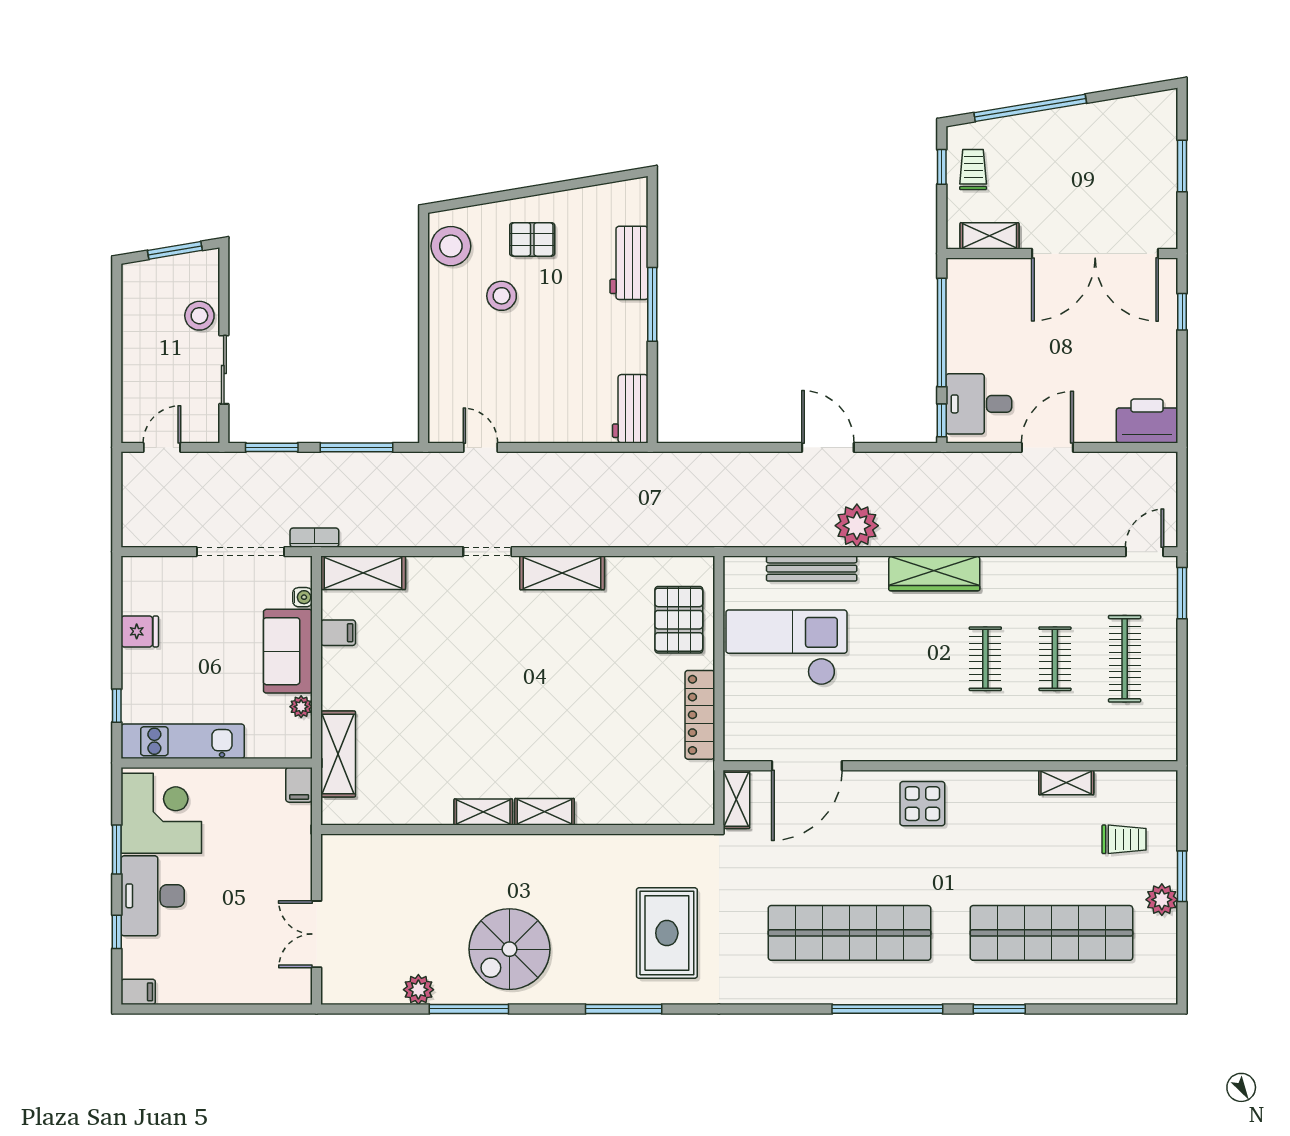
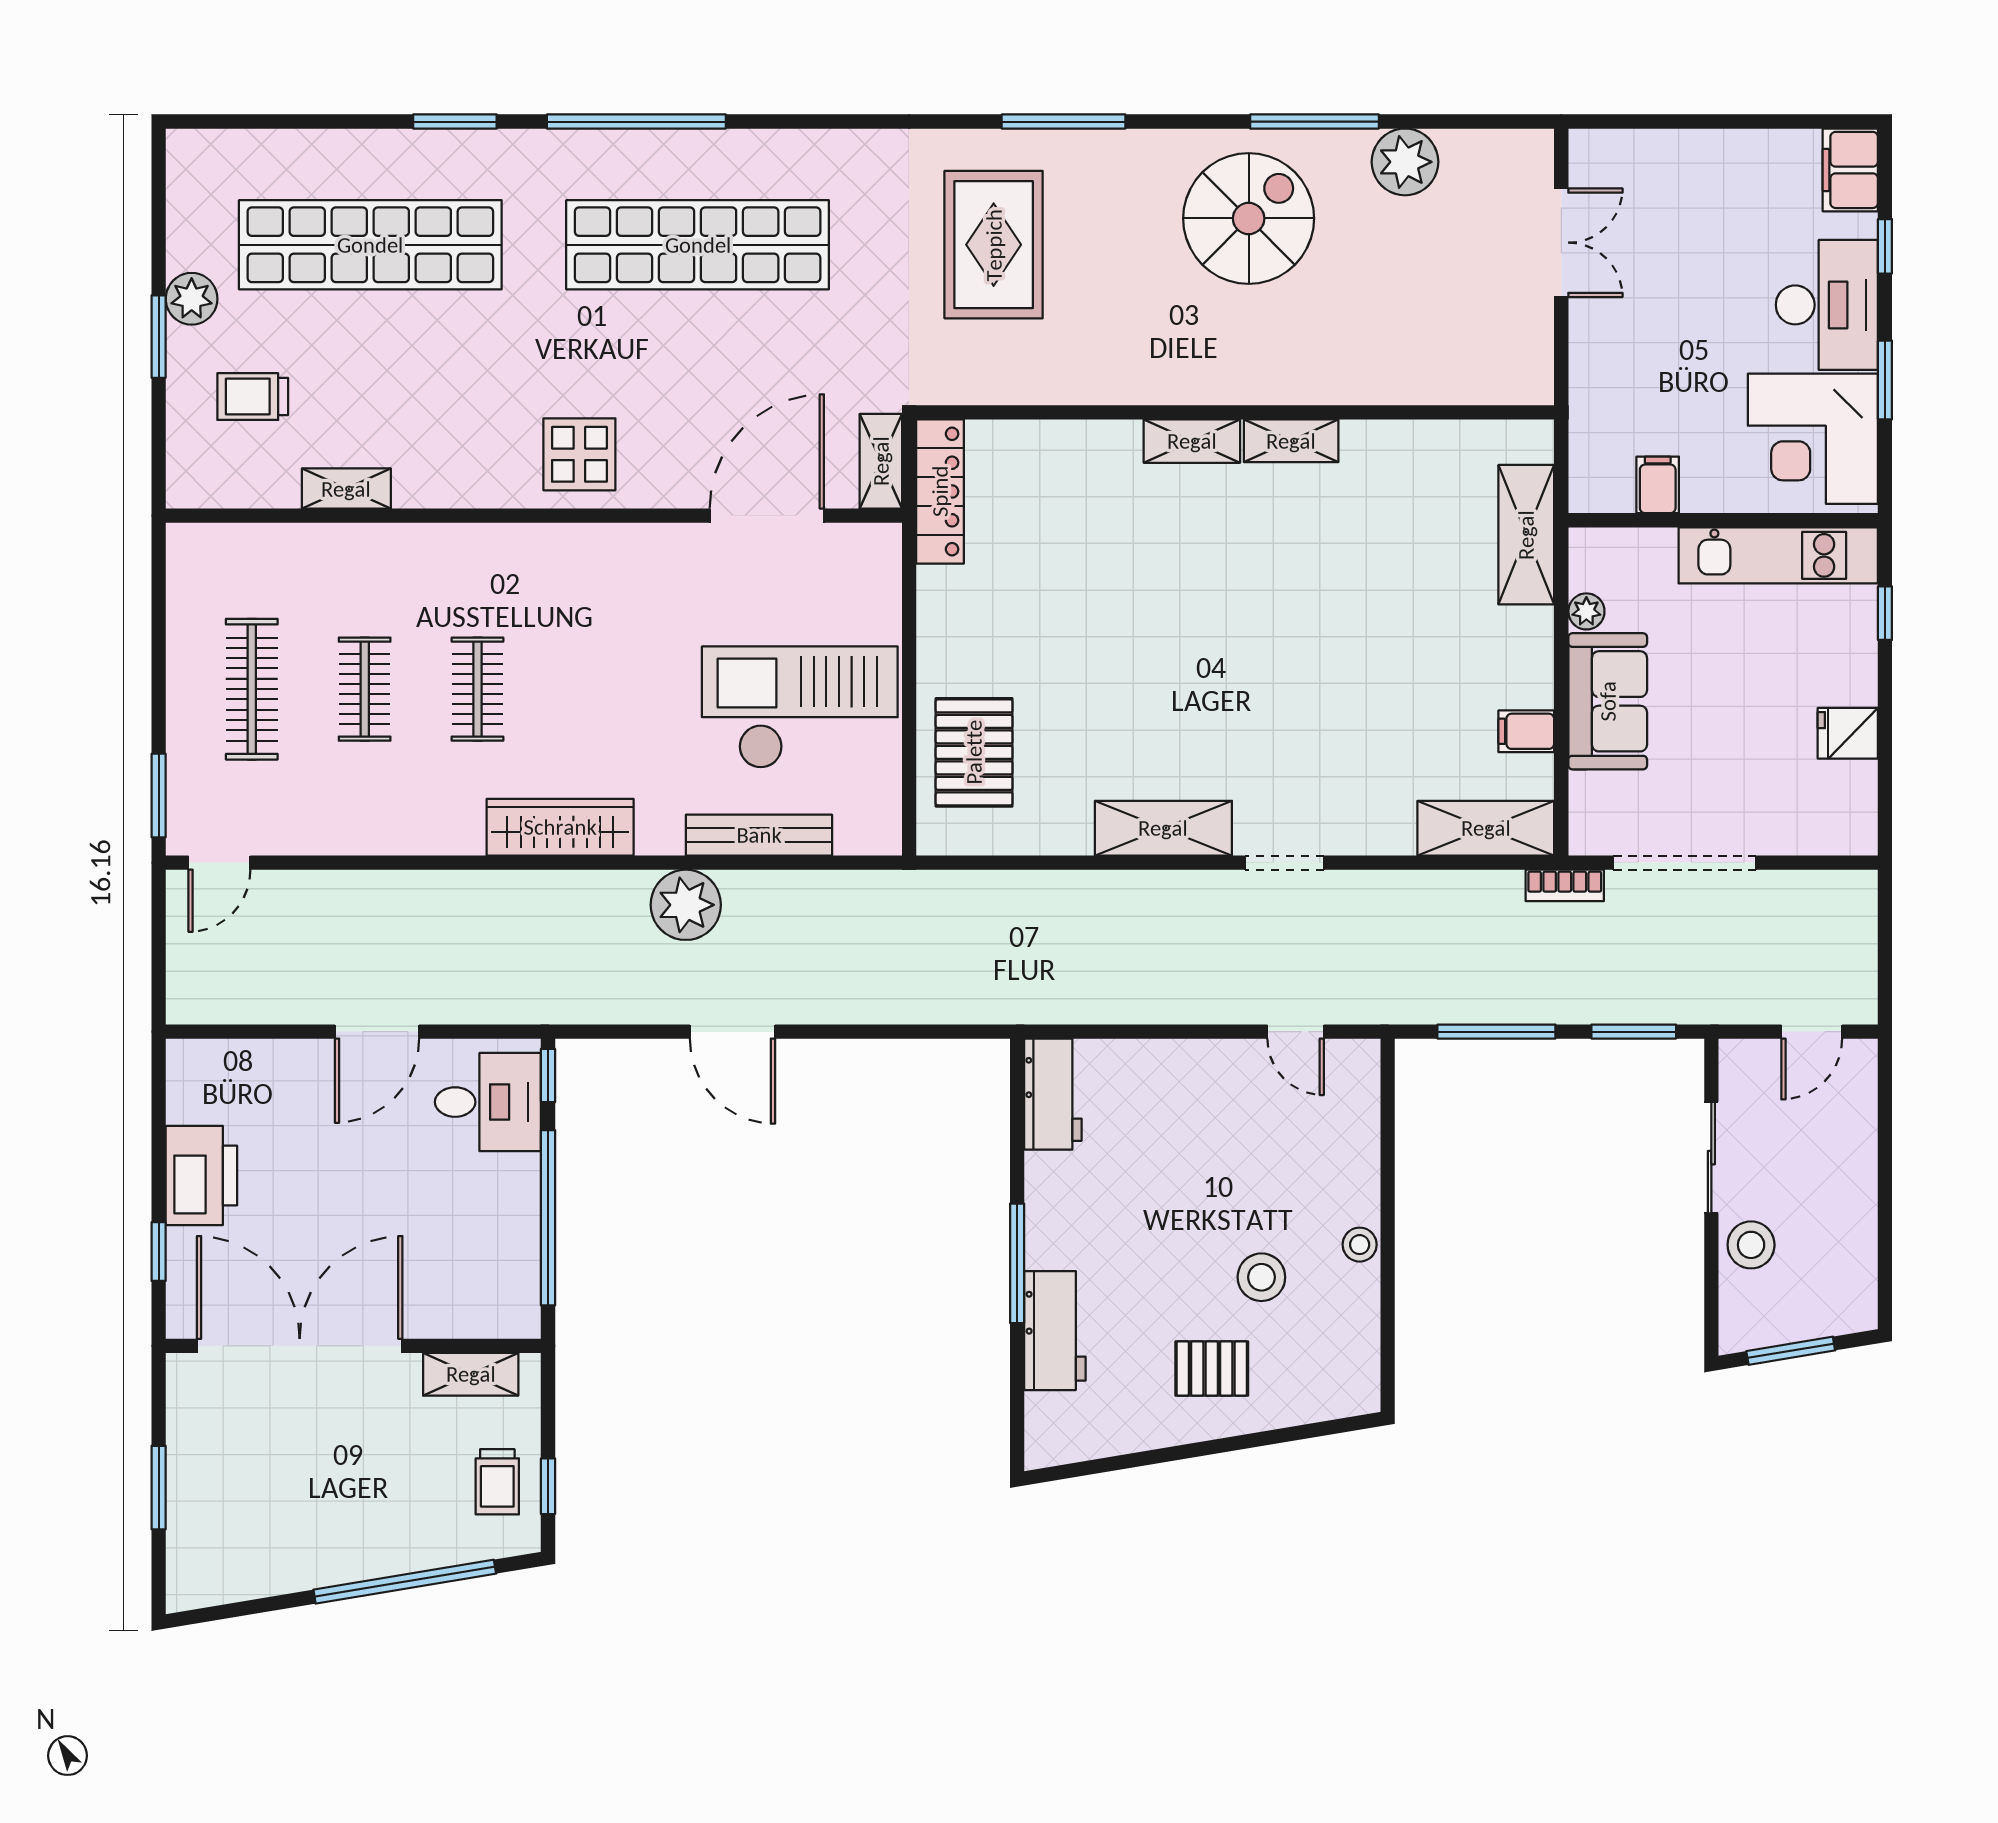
stool: (451, 246) -> (1360, 1245), moved, width x0.53, depth x0.53
printer: (1147, 421) -> (201, 1176), moved, turned -90
water cooler: (302, 597) -> (1584, 789), removed
checkout: (786, 647) -> (800, 707), turned 180
locker: (700, 715) -> (940, 491), moved
filing cabinet: (299, 785) -> (1658, 485), moved
plant: (418, 990) -> (1405, 162), width x1.36, depth x1.36
filing cabinet: (138, 992) -> (1850, 170), width x2.00

